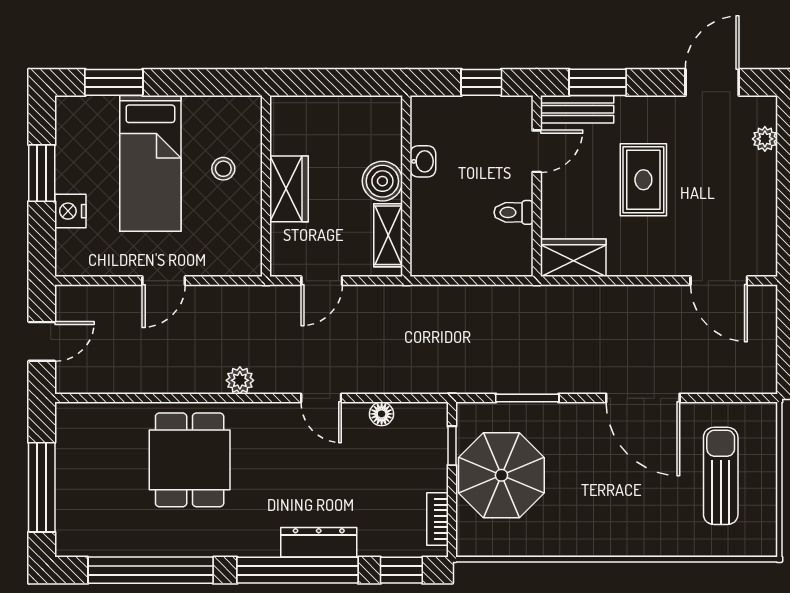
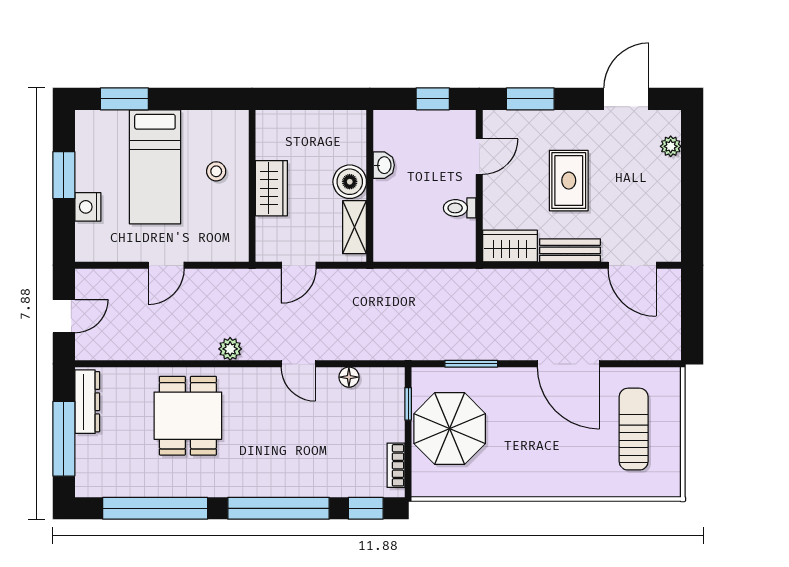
bench: (577, 109) -> (570, 250), moved
dresser: (319, 542) -> (87, 402), moved, turned 90

